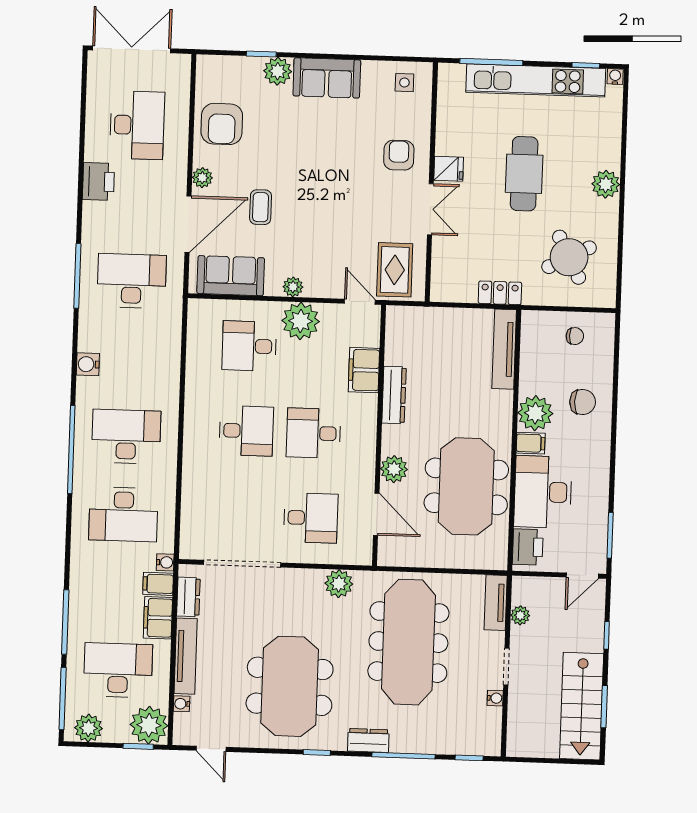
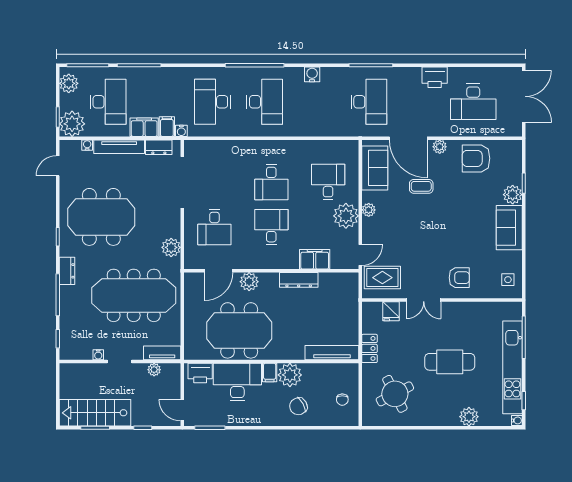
fridge: (449, 169) -> (391, 311), moved
plant: (606, 184) -> (469, 417), moved
chair: (583, 402) -> (298, 406), turned 61

